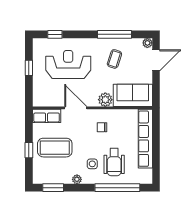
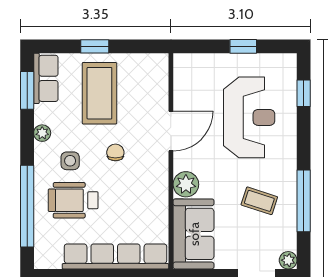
row of seats: (47, 116) -> (46, 78), moved, turned 180
chair: (102, 127) -> (115, 152), moved

